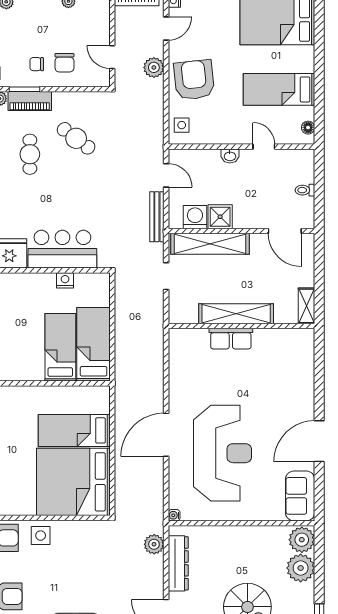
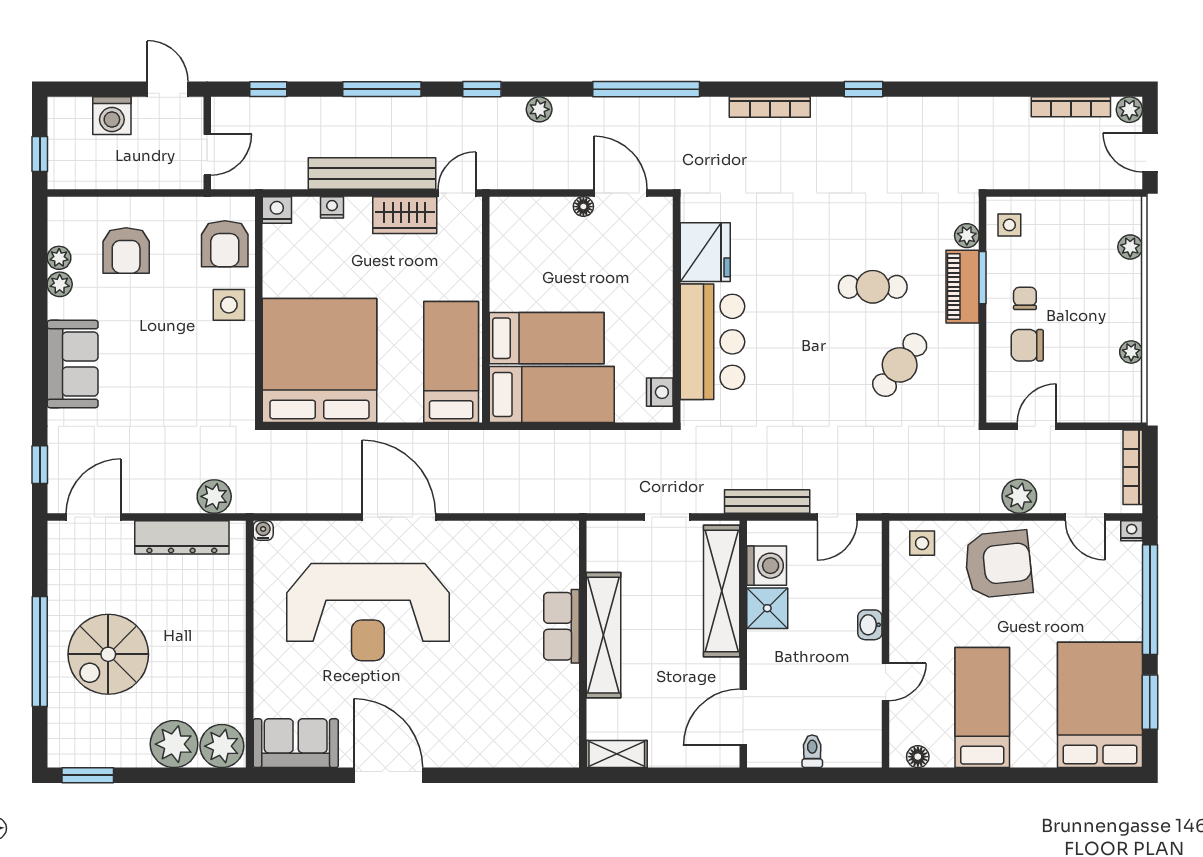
nightstand: (65, 280) -> (660, 392), moved
bed: (74, 430) -> (451, 362), moved

